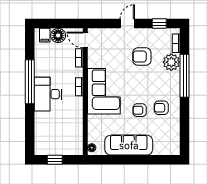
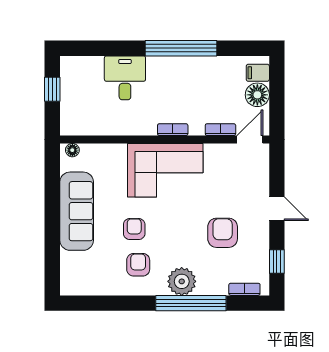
plant: (171, 62) -> (182, 281), moved
desk: (48, 94) -> (125, 78), moved, width x0.73

